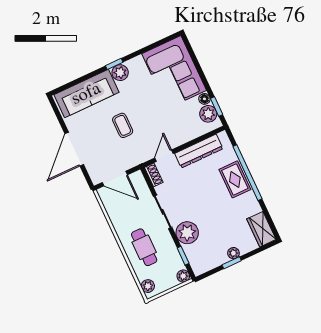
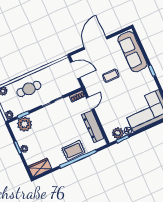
plant: (120, 73) -> (146, 74), removed
door: (74, 149) -> (95, 43), hinge flipped
door: (164, 156) -> (90, 103), hinge flipped
door: (115, 179) -> (75, 70), swing flipped
plant: (187, 233) -> (25, 124), moved

